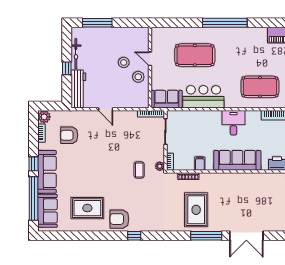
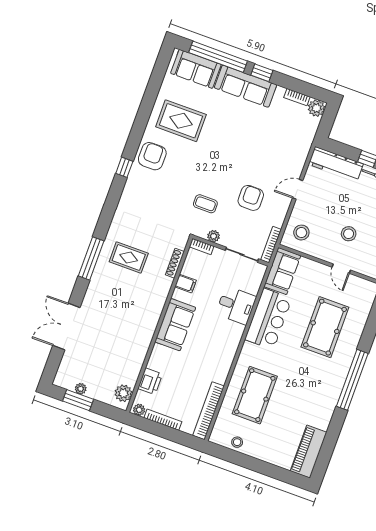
door: (150, 59) -> (341, 269), swing flipped
stool: (138, 77) -> (301, 233), moved
desk: (233, 123) -> (236, 305), moved
armchair: (69, 135) -> (251, 198), moved
sofa: (237, 160) -> (175, 325), width x0.73
plant: (160, 166) -> (214, 236), moved
rug: (87, 208) -> (181, 121), turned 90
rug: (196, 210) -> (129, 258), width x0.73, depth x0.70
double door: (246, 236) -> (66, 327), moved

